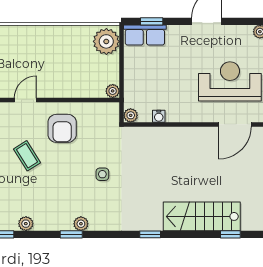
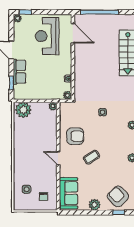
row of seats: (145, 35) -> (20, 72), moved

